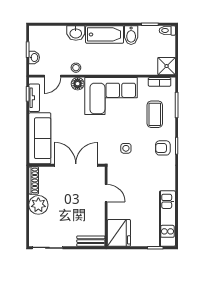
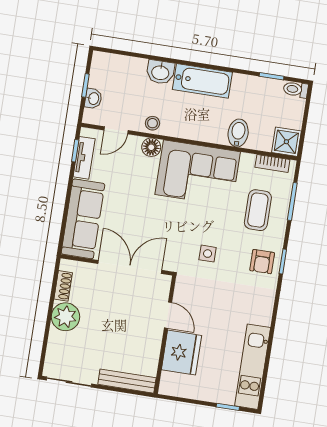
bidet: (131, 35) -> (238, 133), moved, turned 180
armchair: (163, 148) -> (262, 262), turned -90
shoe rack: (34, 180) -> (63, 286), width x0.70
fridge: (119, 233) -> (181, 353), moved
bench: (91, 241) -> (127, 381), width x1.36

